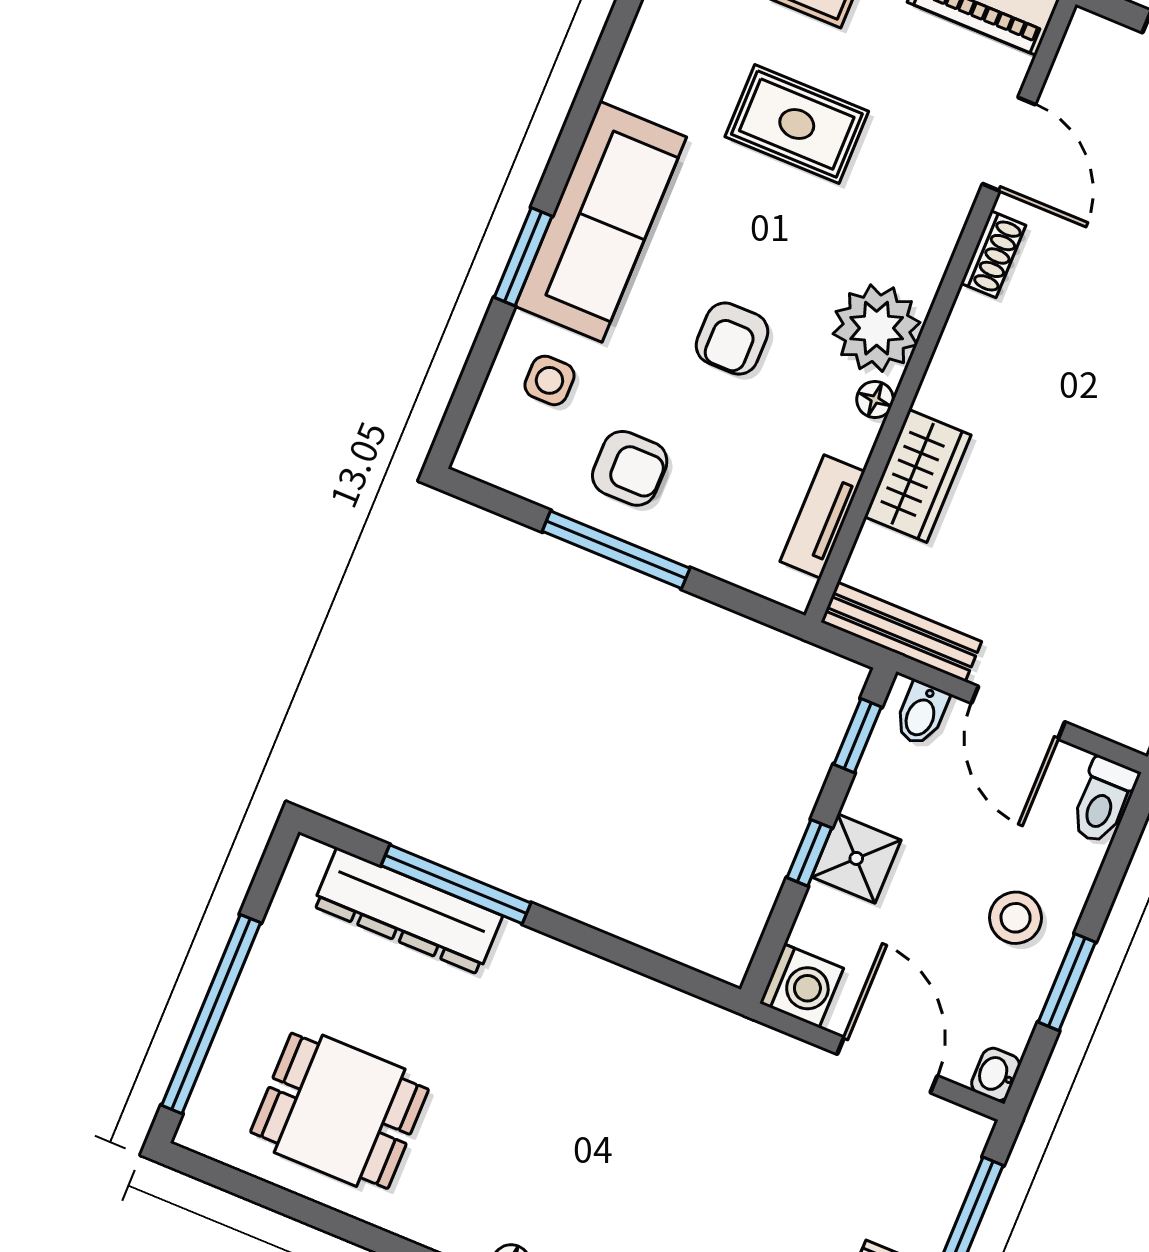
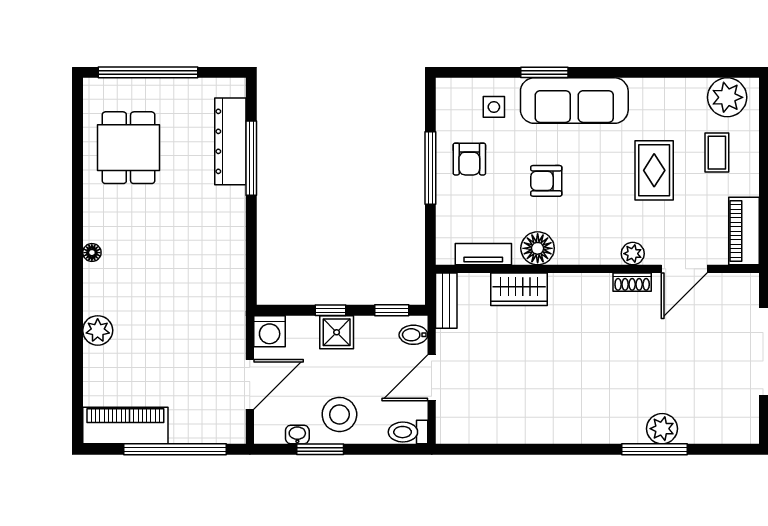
plant: (877, 328) -> (633, 254), moved, width x0.53, depth x0.53
floor lamp: (875, 399) -> (538, 248), width x1.89, depth x1.89
bench: (901, 632) -> (446, 301), width x0.73
stool: (1016, 918) -> (339, 414), width x1.38, depth x1.38
washbasin: (996, 1074) -> (297, 434), moved

